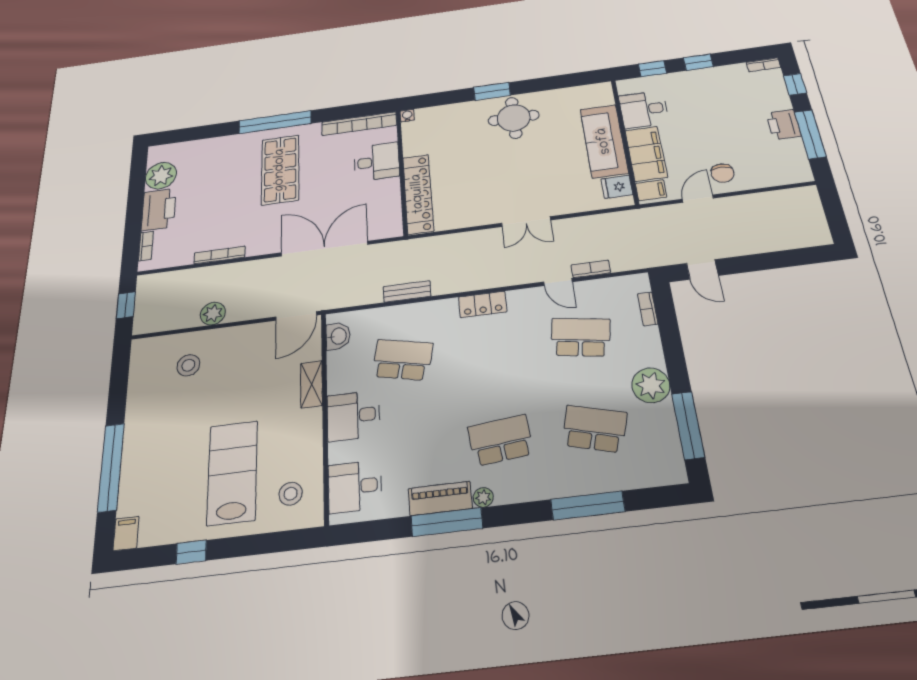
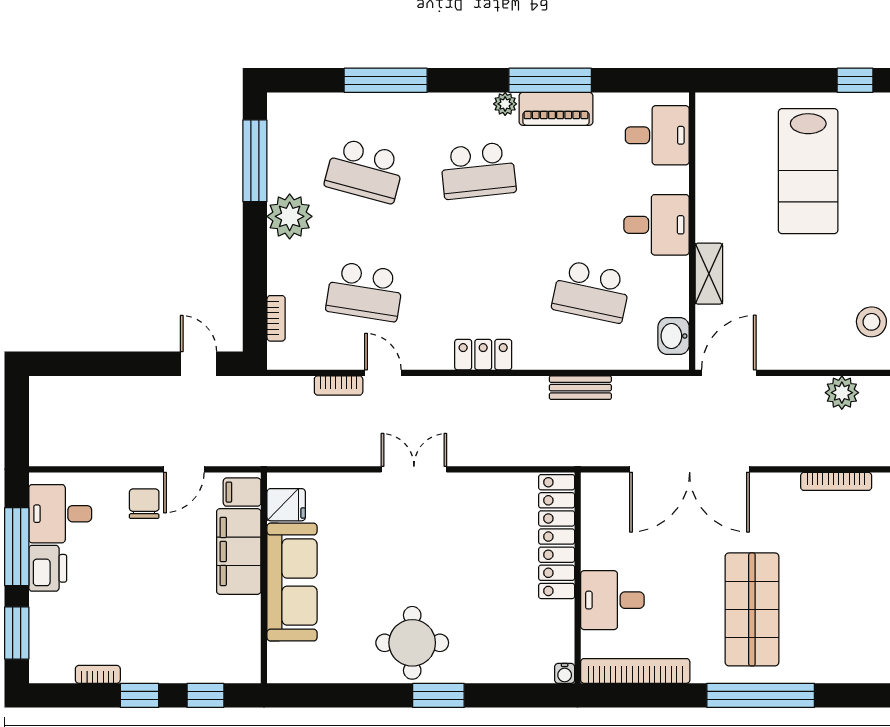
bookcase: (763, 65) -> (98, 674), moved
window: (795, 84) -> (17, 633), width x1.50
desk: (644, 110) -> (60, 514), moved, turned 180
stool: (291, 494) -> (736, 136), removed

